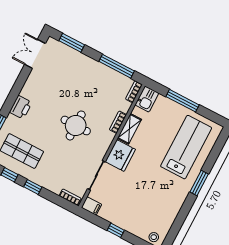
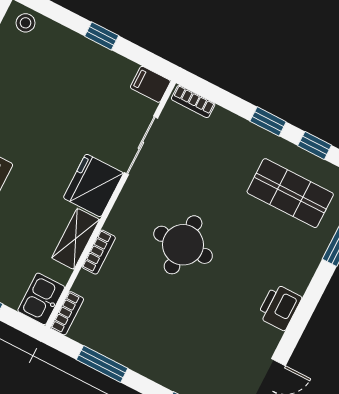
window: (117, 66) -> (102, 364), width x0.69
printer: (21, 107) -> (279, 307), moved

